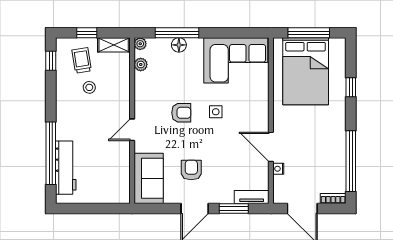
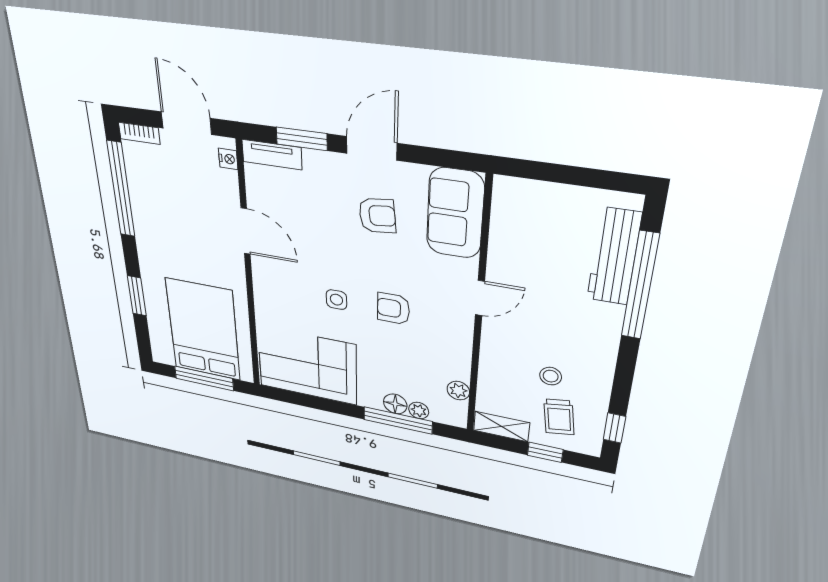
plant: (140, 44) -> (419, 410), moved
window: (351, 87) -> (137, 296), width x1.50
nightstand: (278, 169) -> (228, 159), moved
armchair: (191, 170) -> (377, 216), turned -96

